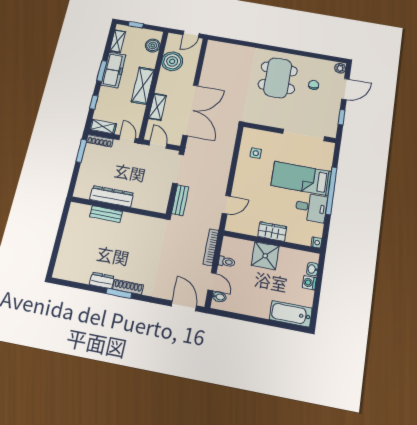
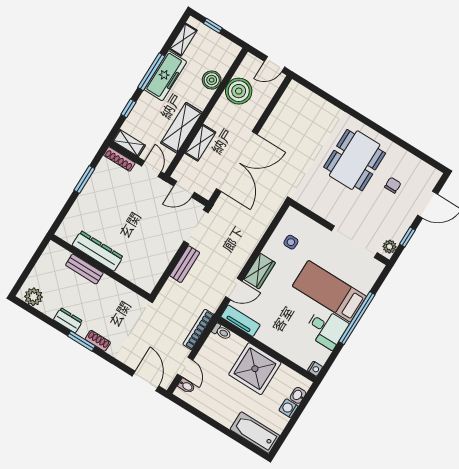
boiler: (153, 45) -> (212, 80), moved
plant: (340, 68) -> (390, 247), moved
window: (102, 71) -> (151, 72), width x1.44
shelving: (143, 86) -> (181, 128), moved
door: (158, 145) -> (184, 189), swing flipped
window: (81, 151) -> (84, 179), moved
dresser: (112, 196) -> (98, 251), moved
wall: (118, 208) -> (100, 267), moved
bench: (106, 214) -> (84, 269), moved
tv unit: (242, 227) -> (240, 321), added
wardrobe: (272, 232) -> (260, 271), moved, turned 90
shower: (265, 256) -> (255, 369), width x1.37, depth x1.37
toilet: (227, 262) -> (222, 332), moved
plant: (67, 272) -> (34, 297), added
shoe rack: (128, 287) -> (98, 341), width x0.70

